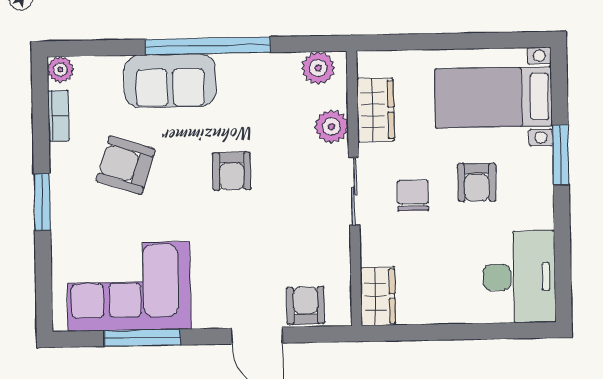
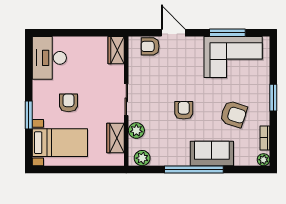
chair: (413, 196) -> (99, 97), removed
armchair: (306, 305) -> (150, 46), turned 90

